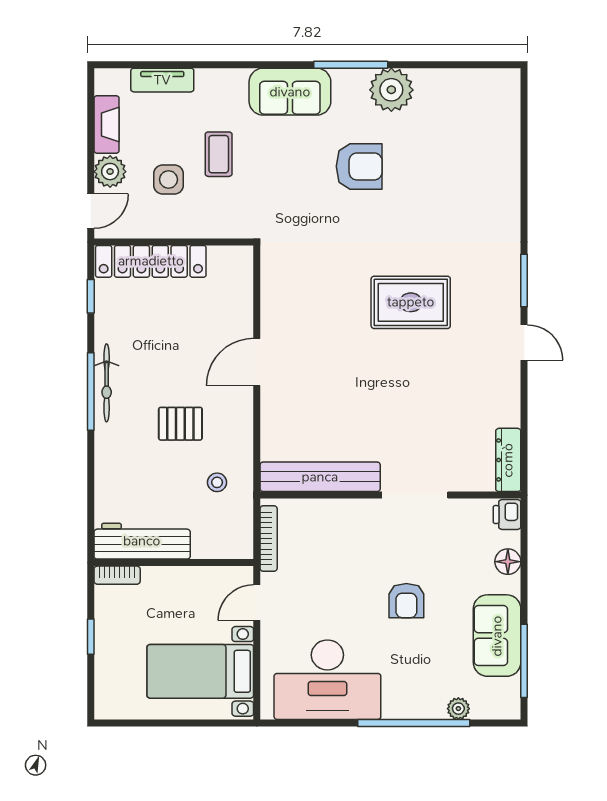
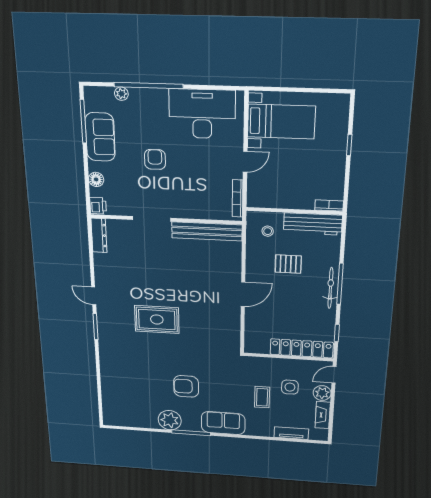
workbench: (142, 541) -> (313, 224), moved
wall: (174, 563) -> (294, 211), moved
bookcase: (117, 575) -> (329, 205), moved

